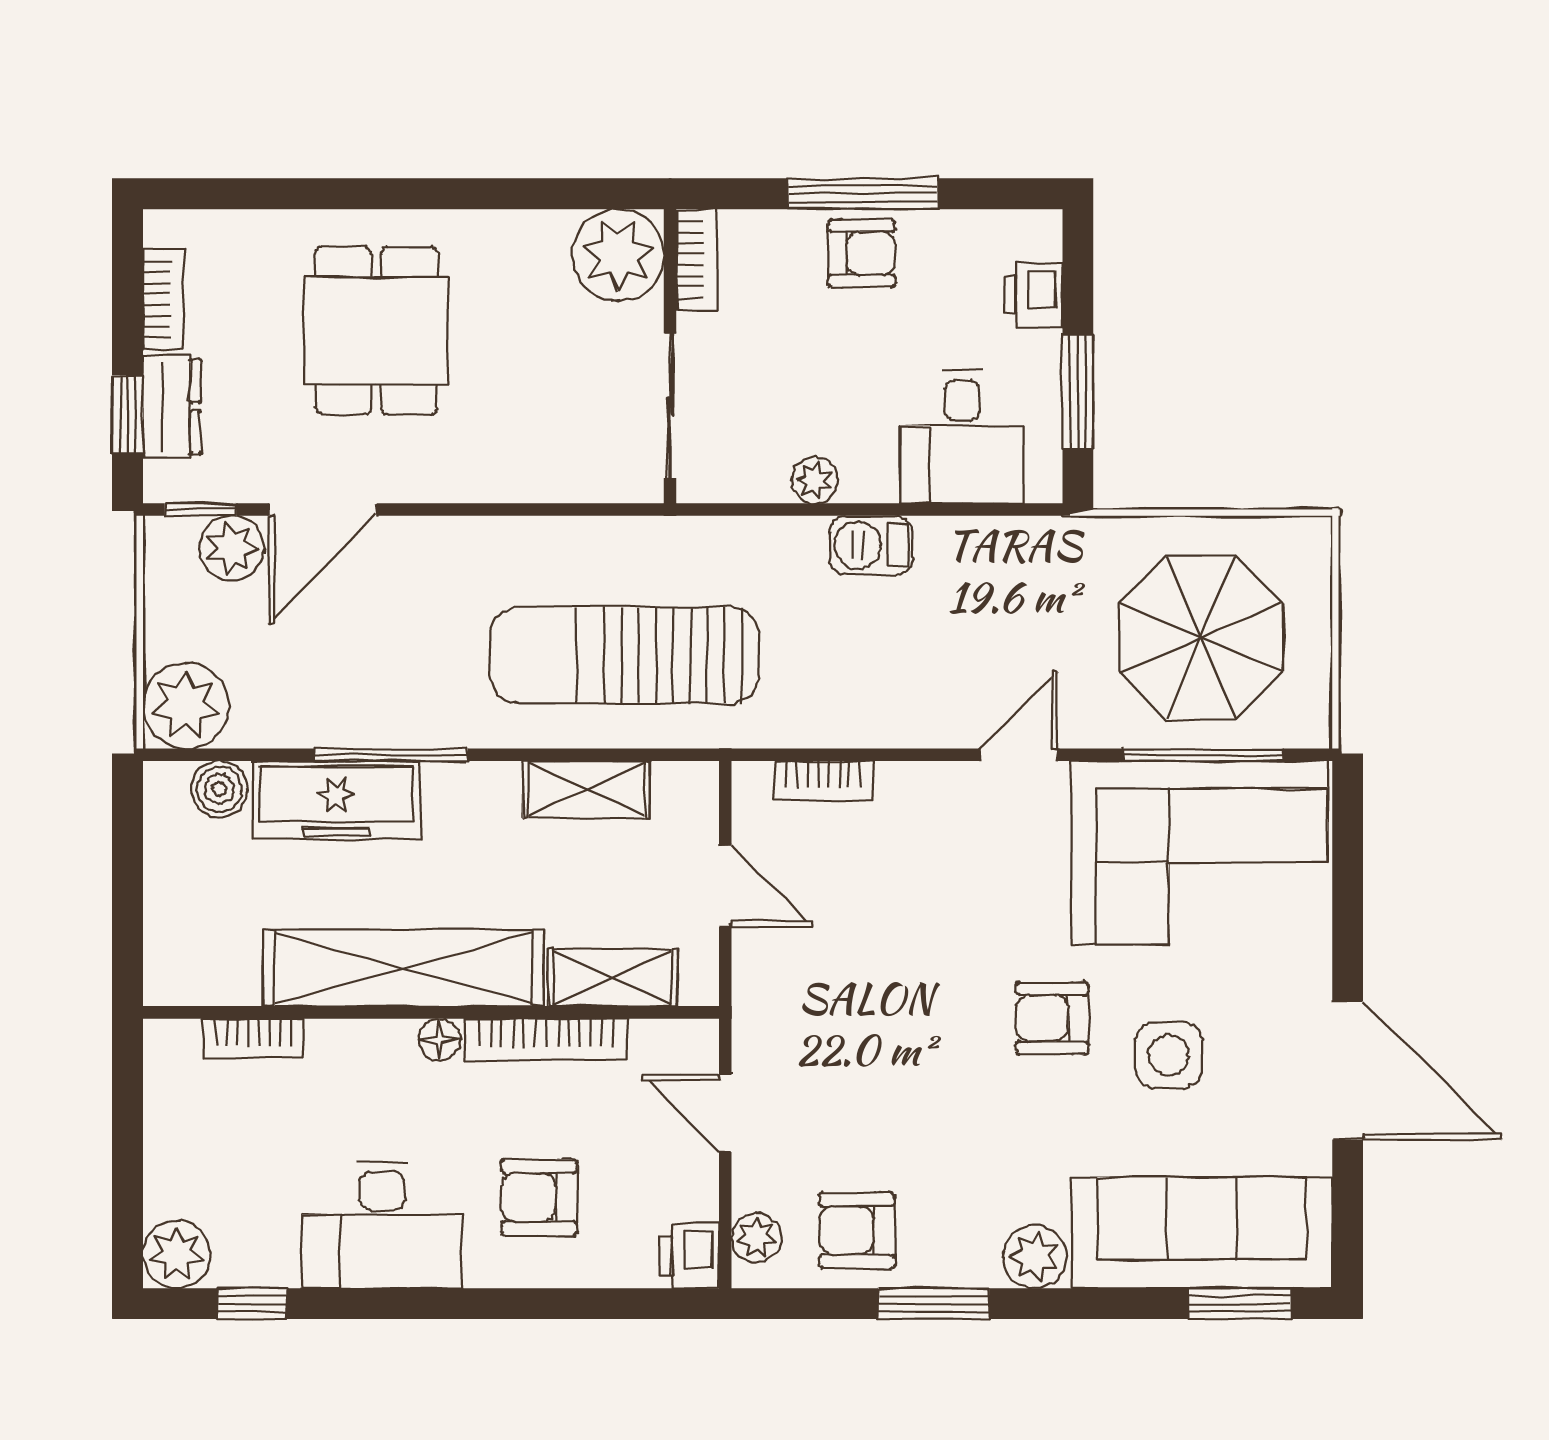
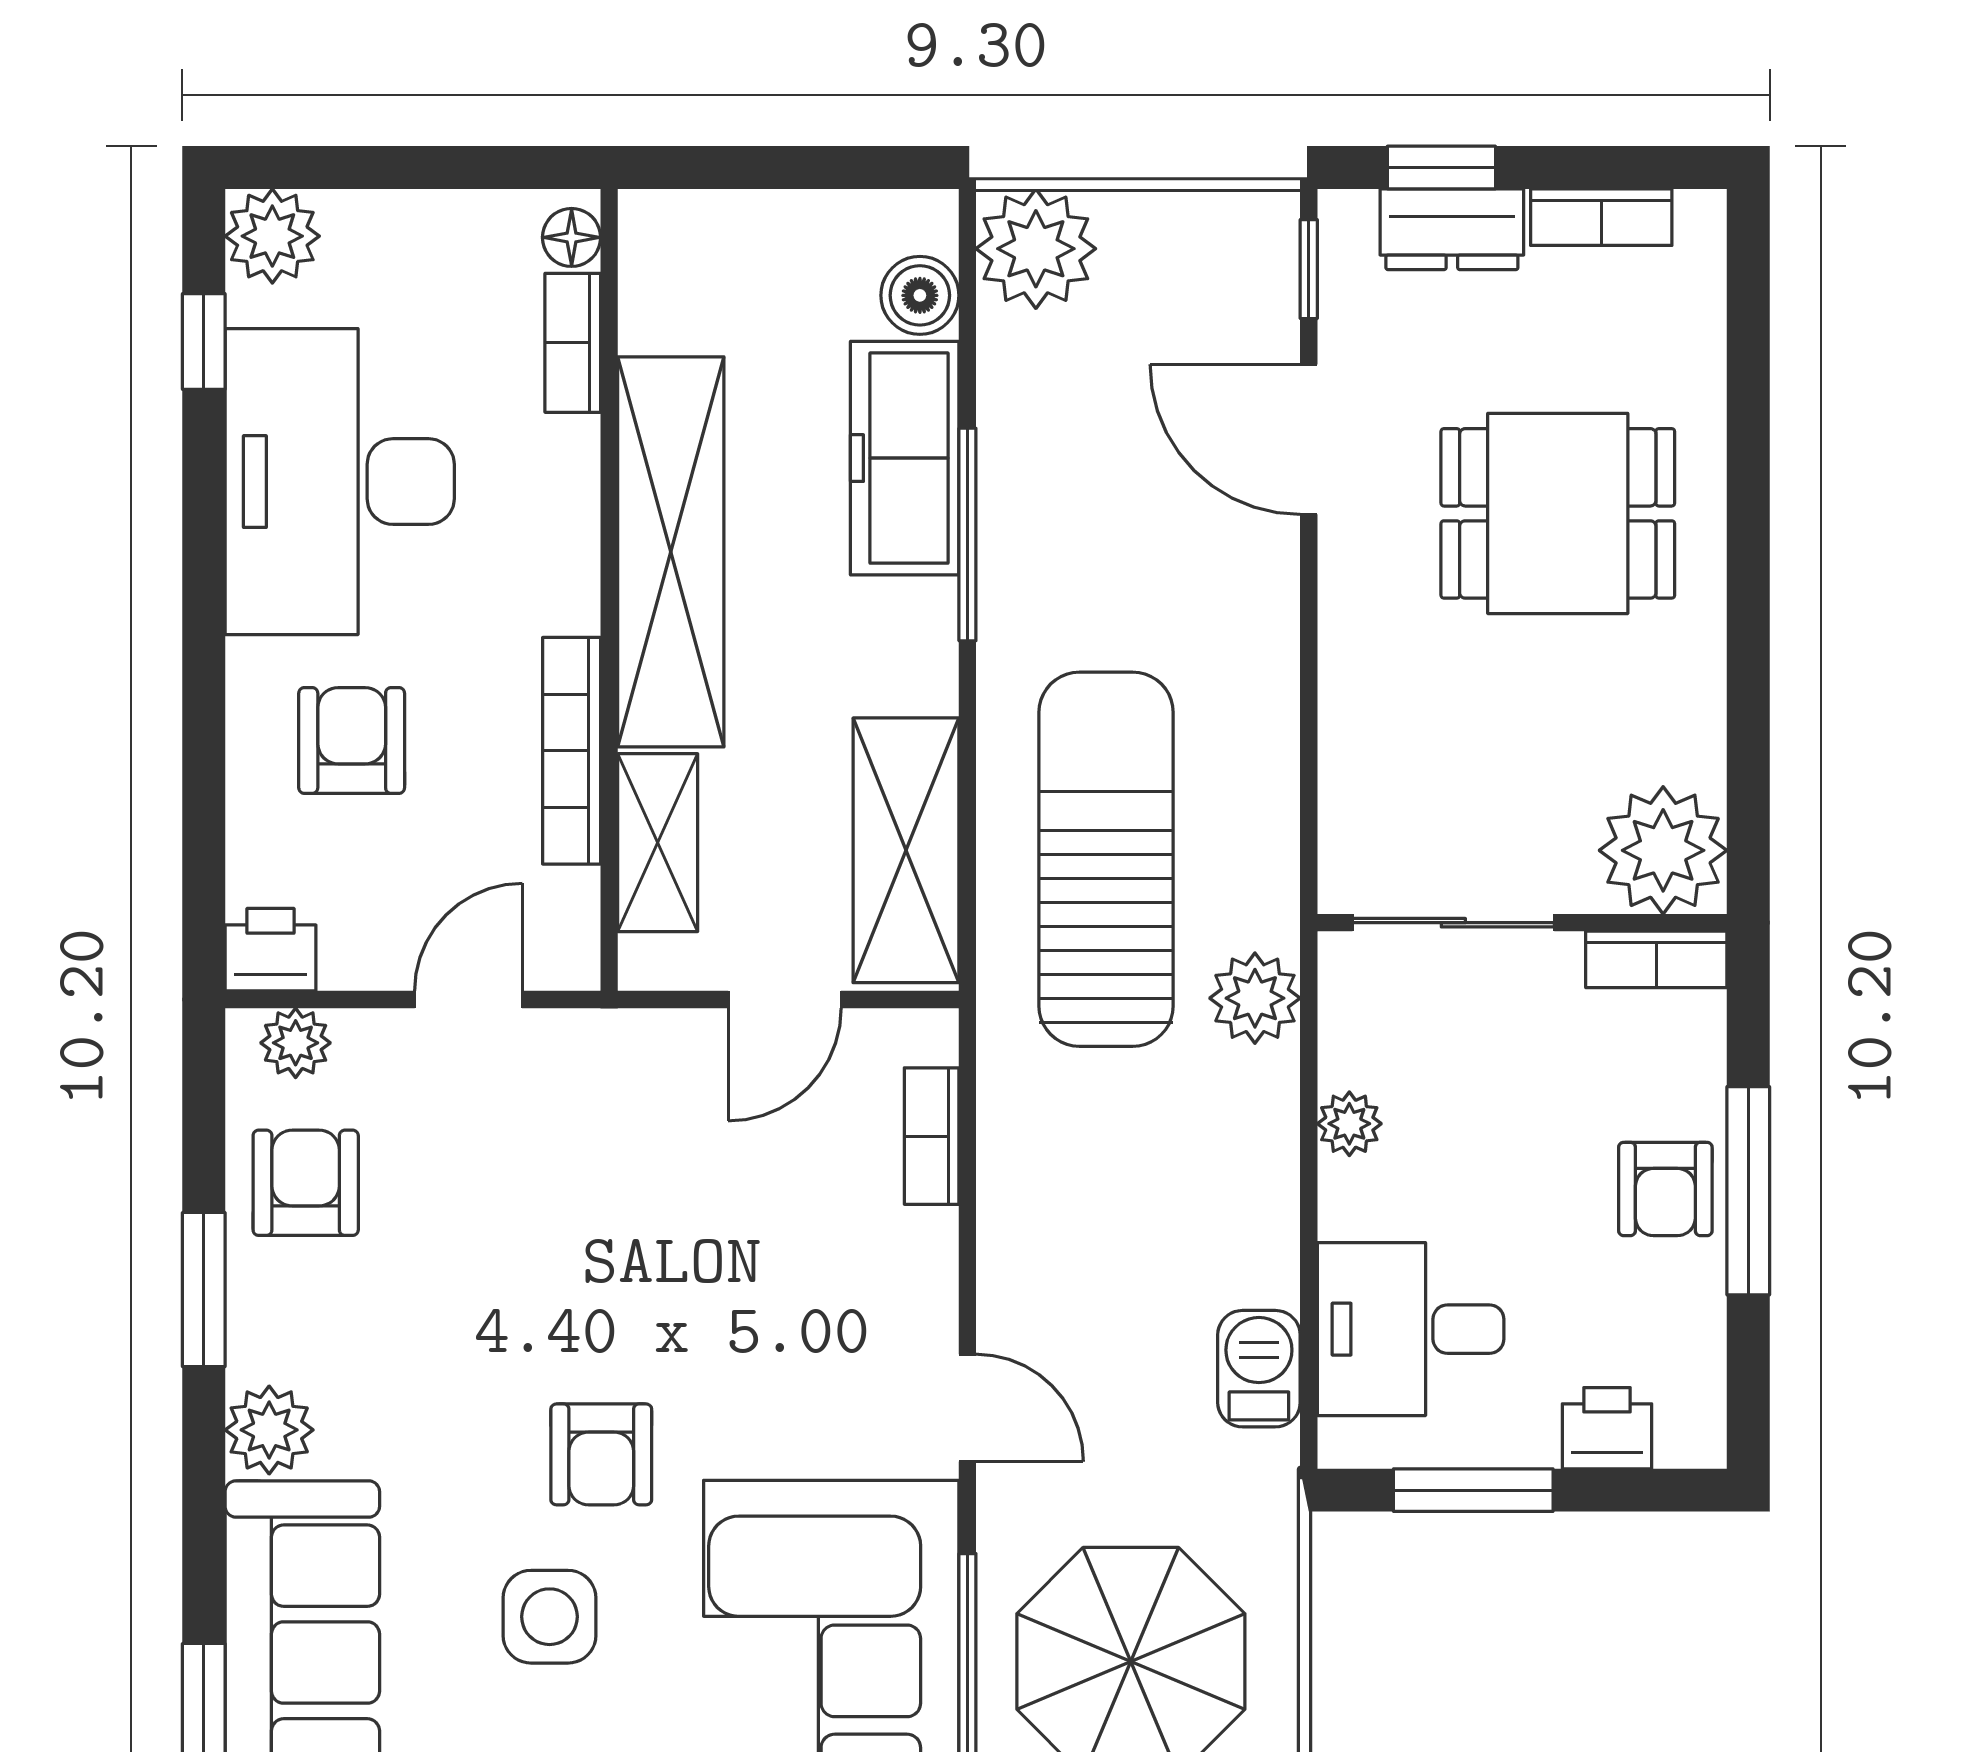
barbecue: (871, 545) -> (1259, 1369), moved
plant: (232, 548) -> (1255, 998), moved
shelving: (586, 790) -> (906, 850), width x1.50, depth x1.33
armchair: (1052, 1018) -> (601, 1454), turned 180
floor lamp: (439, 1039) -> (572, 237), moved
desk: (382, 1225) -> (340, 482), width x1.36, depth x1.30

